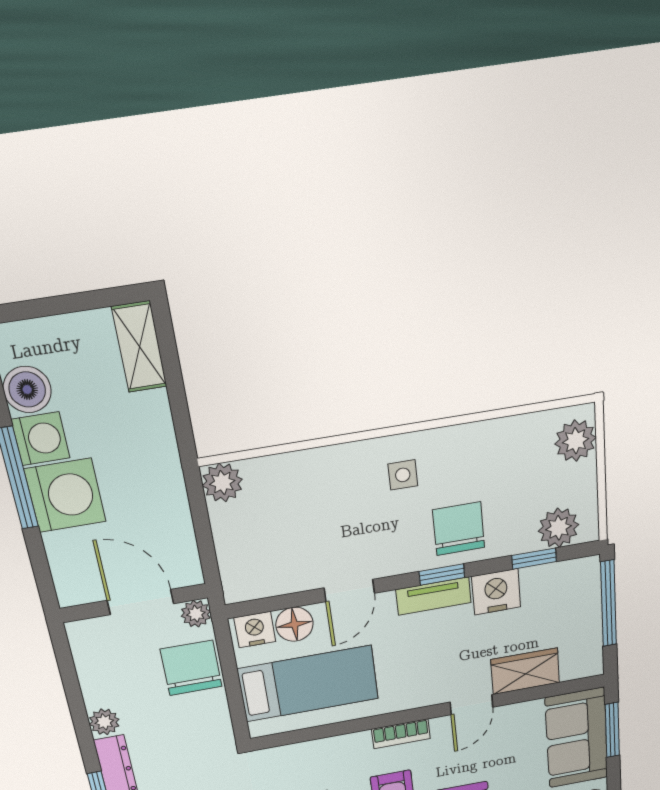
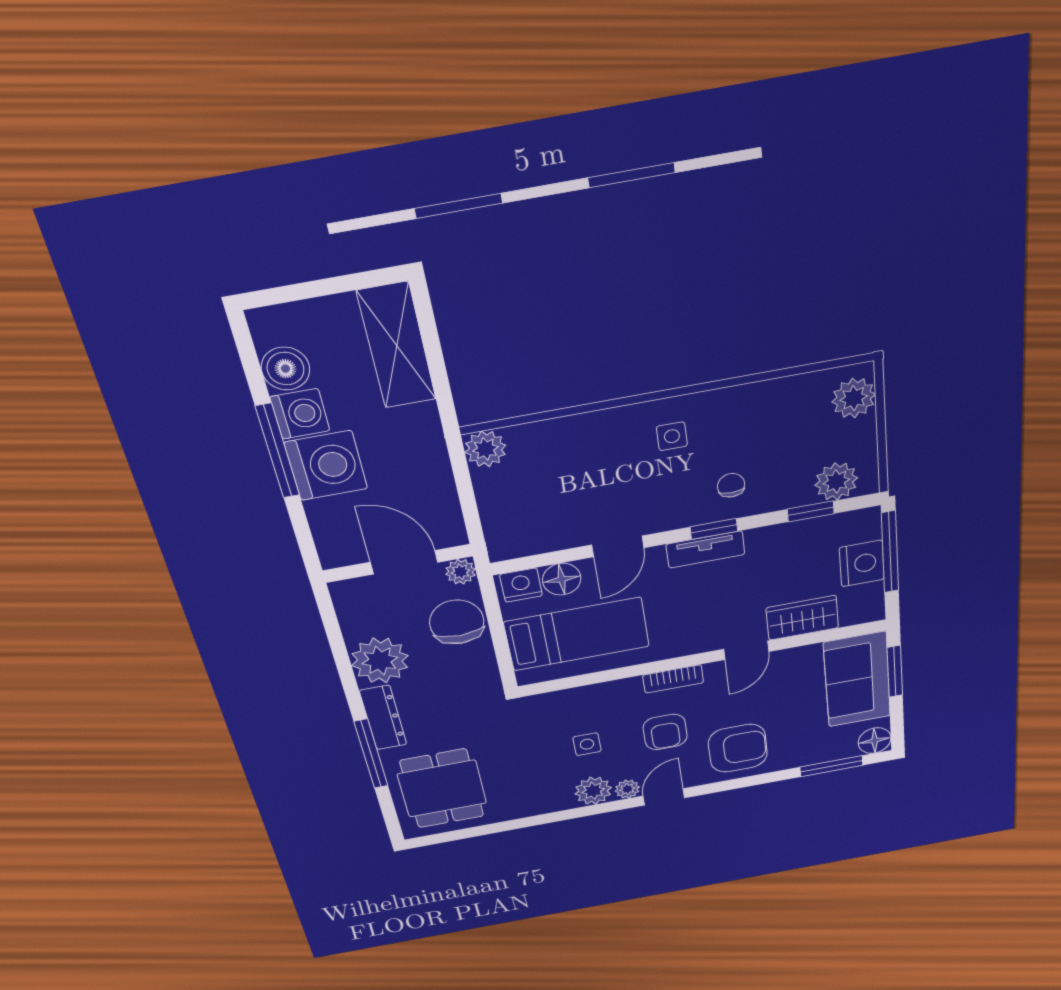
shelving: (140, 347) -> (397, 346), width x1.50, depth x1.33
chair: (459, 529) -> (731, 485), width x0.54, depth x0.54
nightstand: (496, 592) -> (862, 563), moved, turned 90
plant: (104, 722) -> (380, 661), width x1.88, depth x1.88

